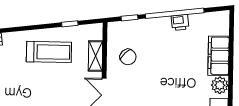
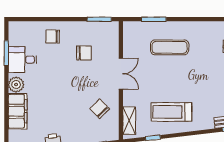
shelving: (95, 56) -> (129, 121), moved

